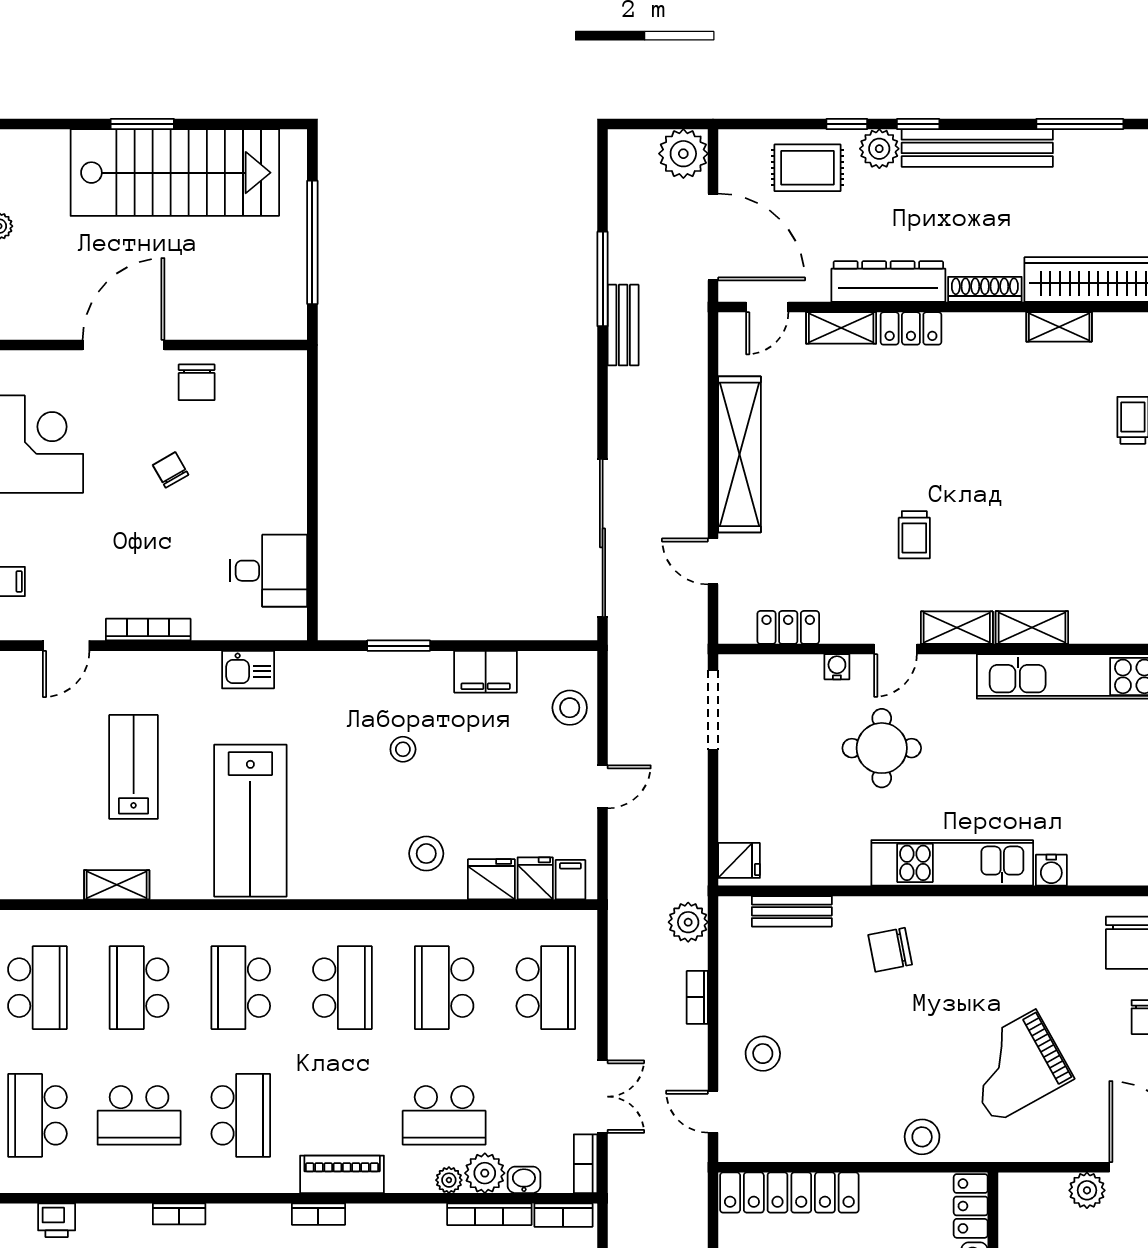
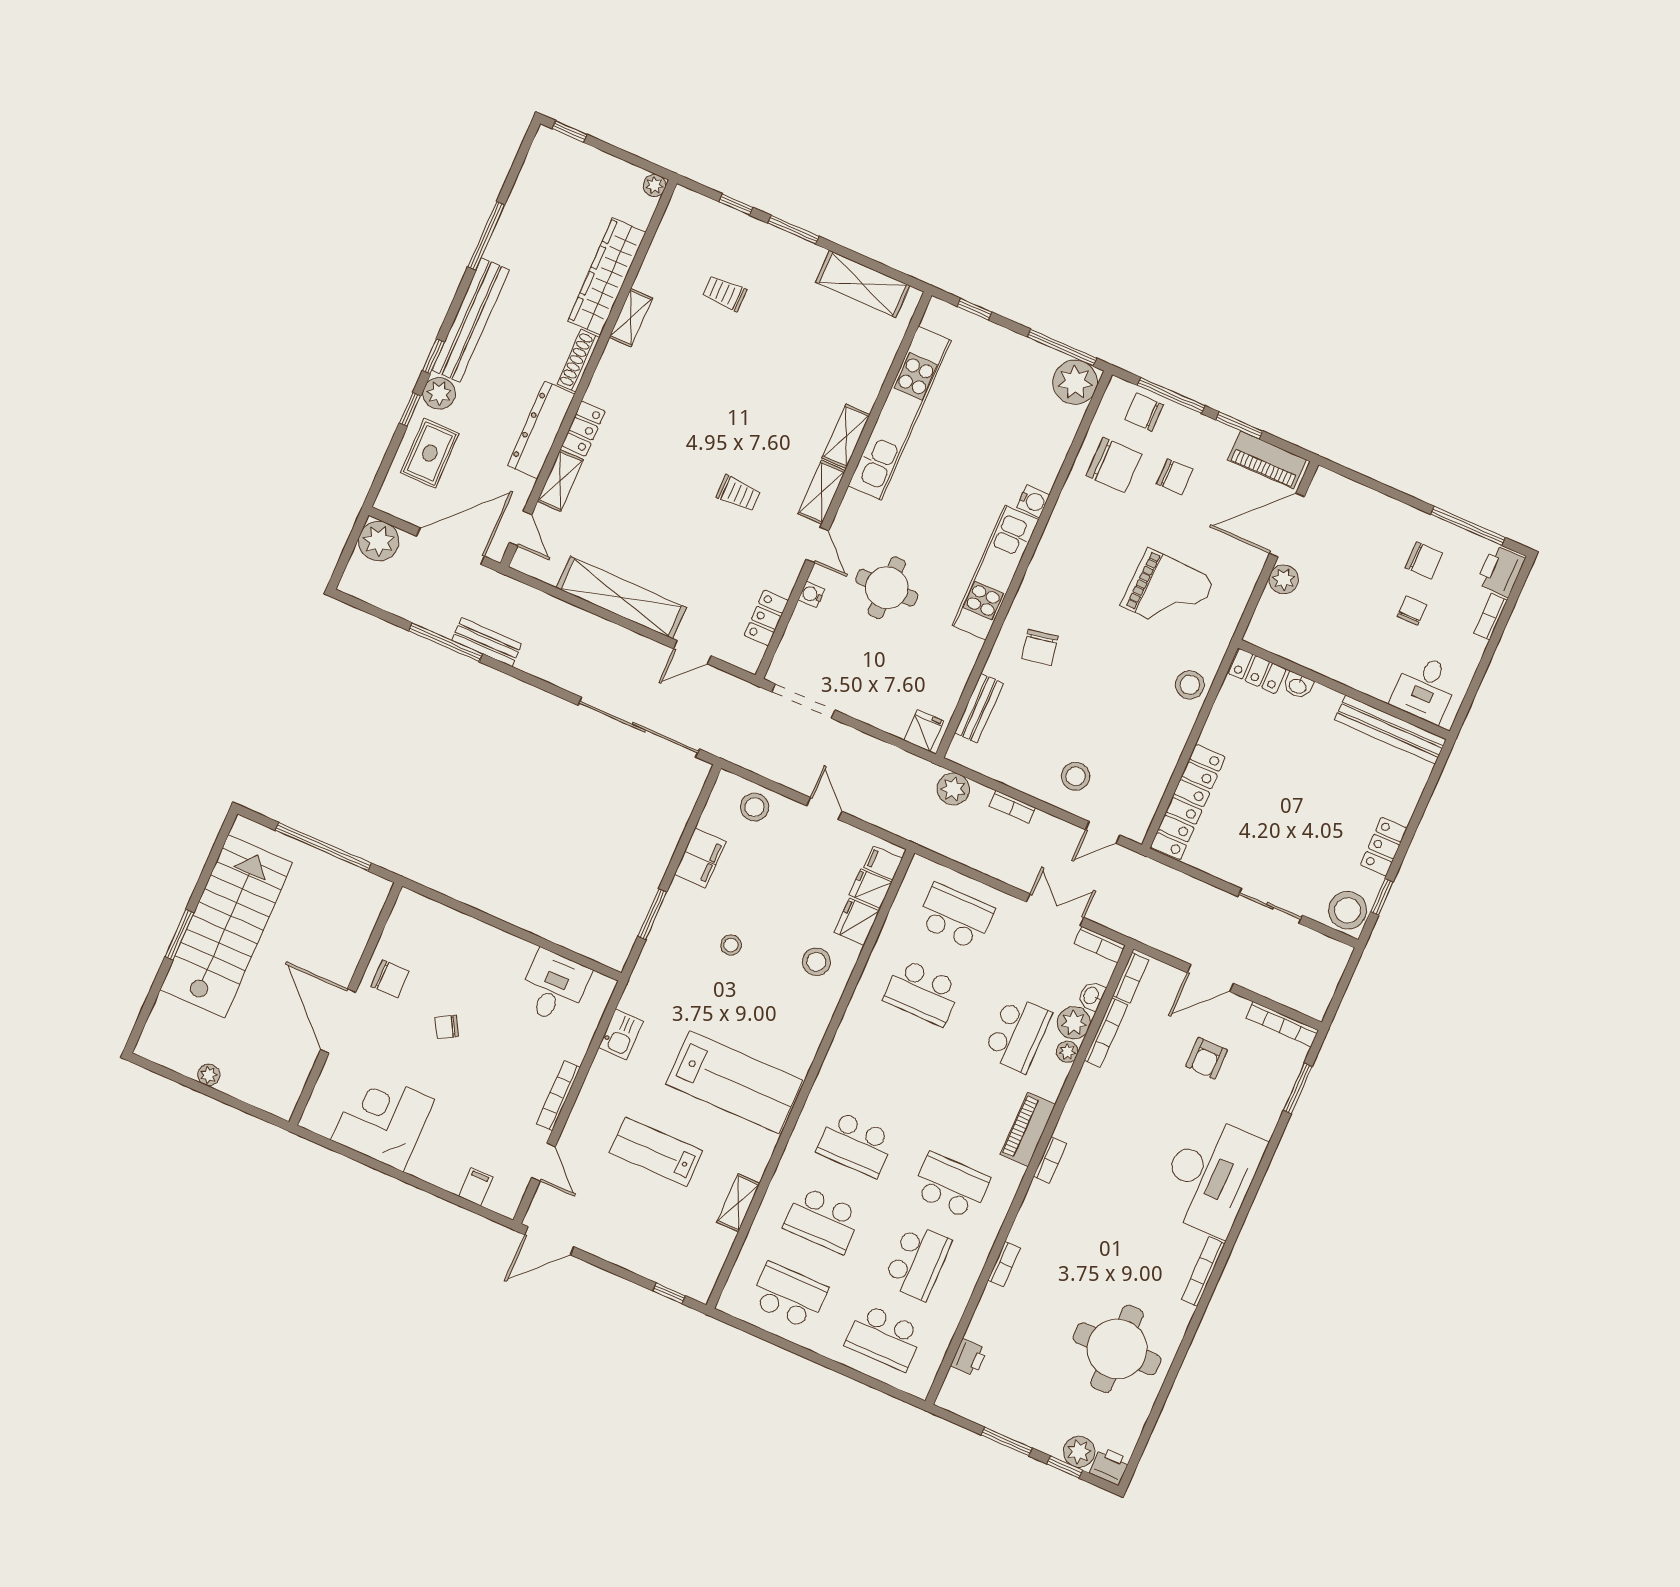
school desk: (342, 988) -> (889, 1068), removed
grand piano: (1015, 1066) -> (1168, 592), turned -59

